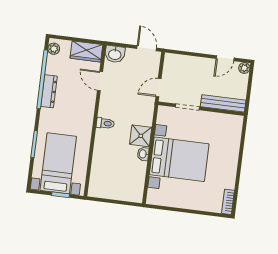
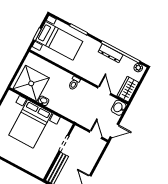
door: (100, 81) -> (104, 91), hinge flipped
door: (159, 88) -> (96, 135), moved
shower: (141, 136) -> (31, 83), moved, width x1.86, depth x1.86

